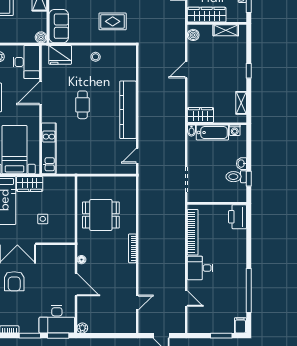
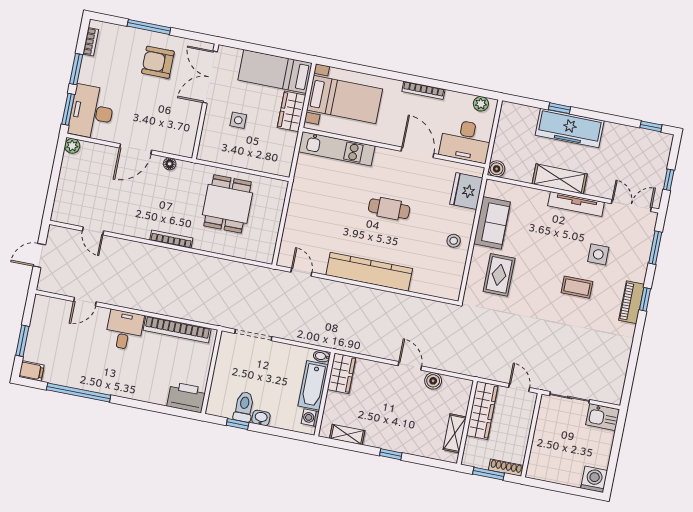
sofa: (59, 26) -> (492, 223), moved, turned -90
boiler: (193, 35) -> (433, 381), moved

